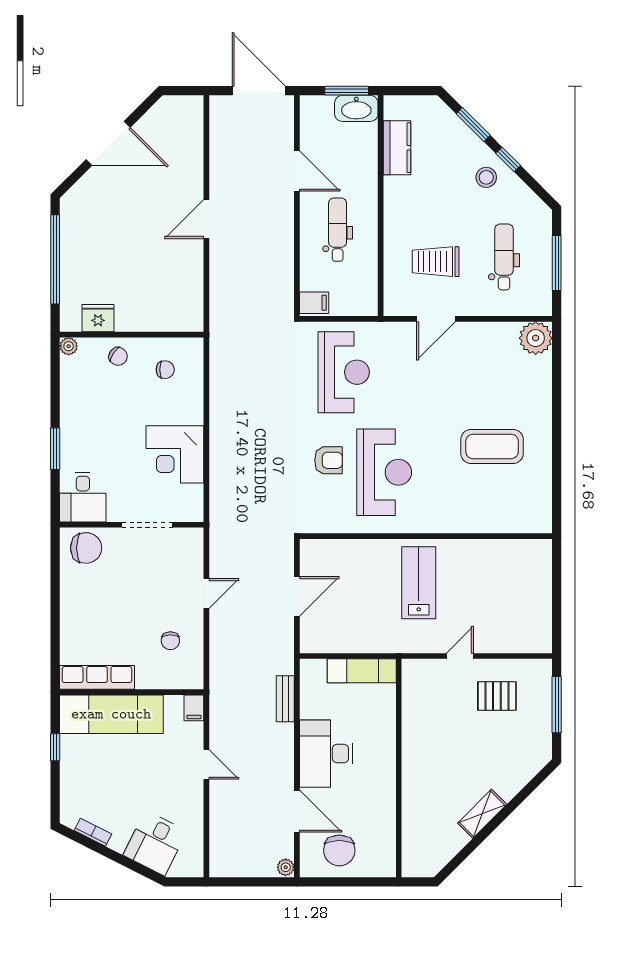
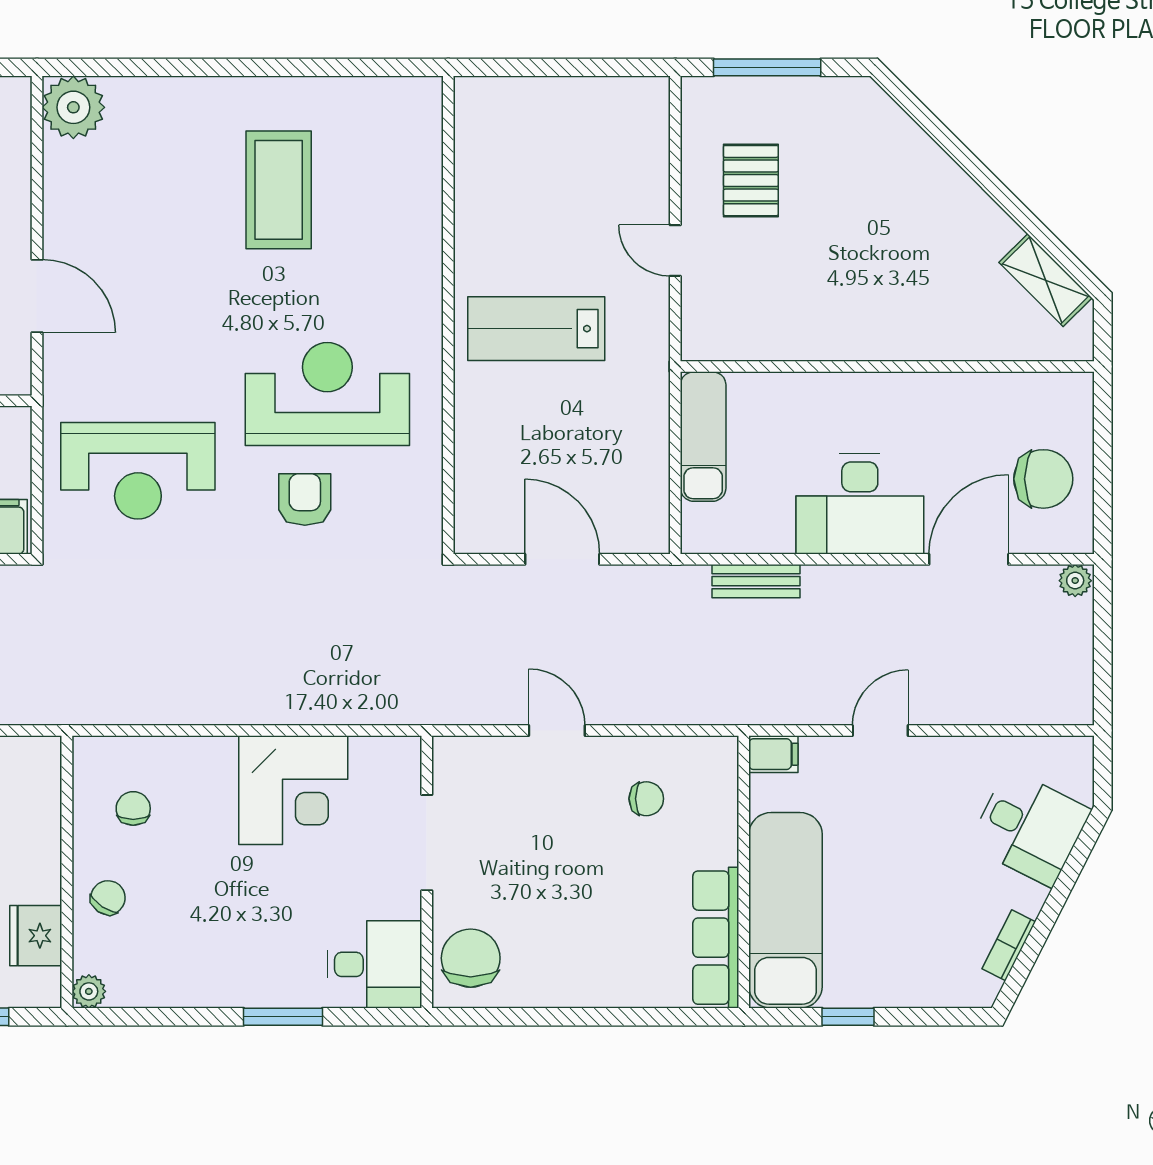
reception desk: (344, 372) -> (138, 471), turned 180
shelving: (482, 814) -> (1045, 280), moved

